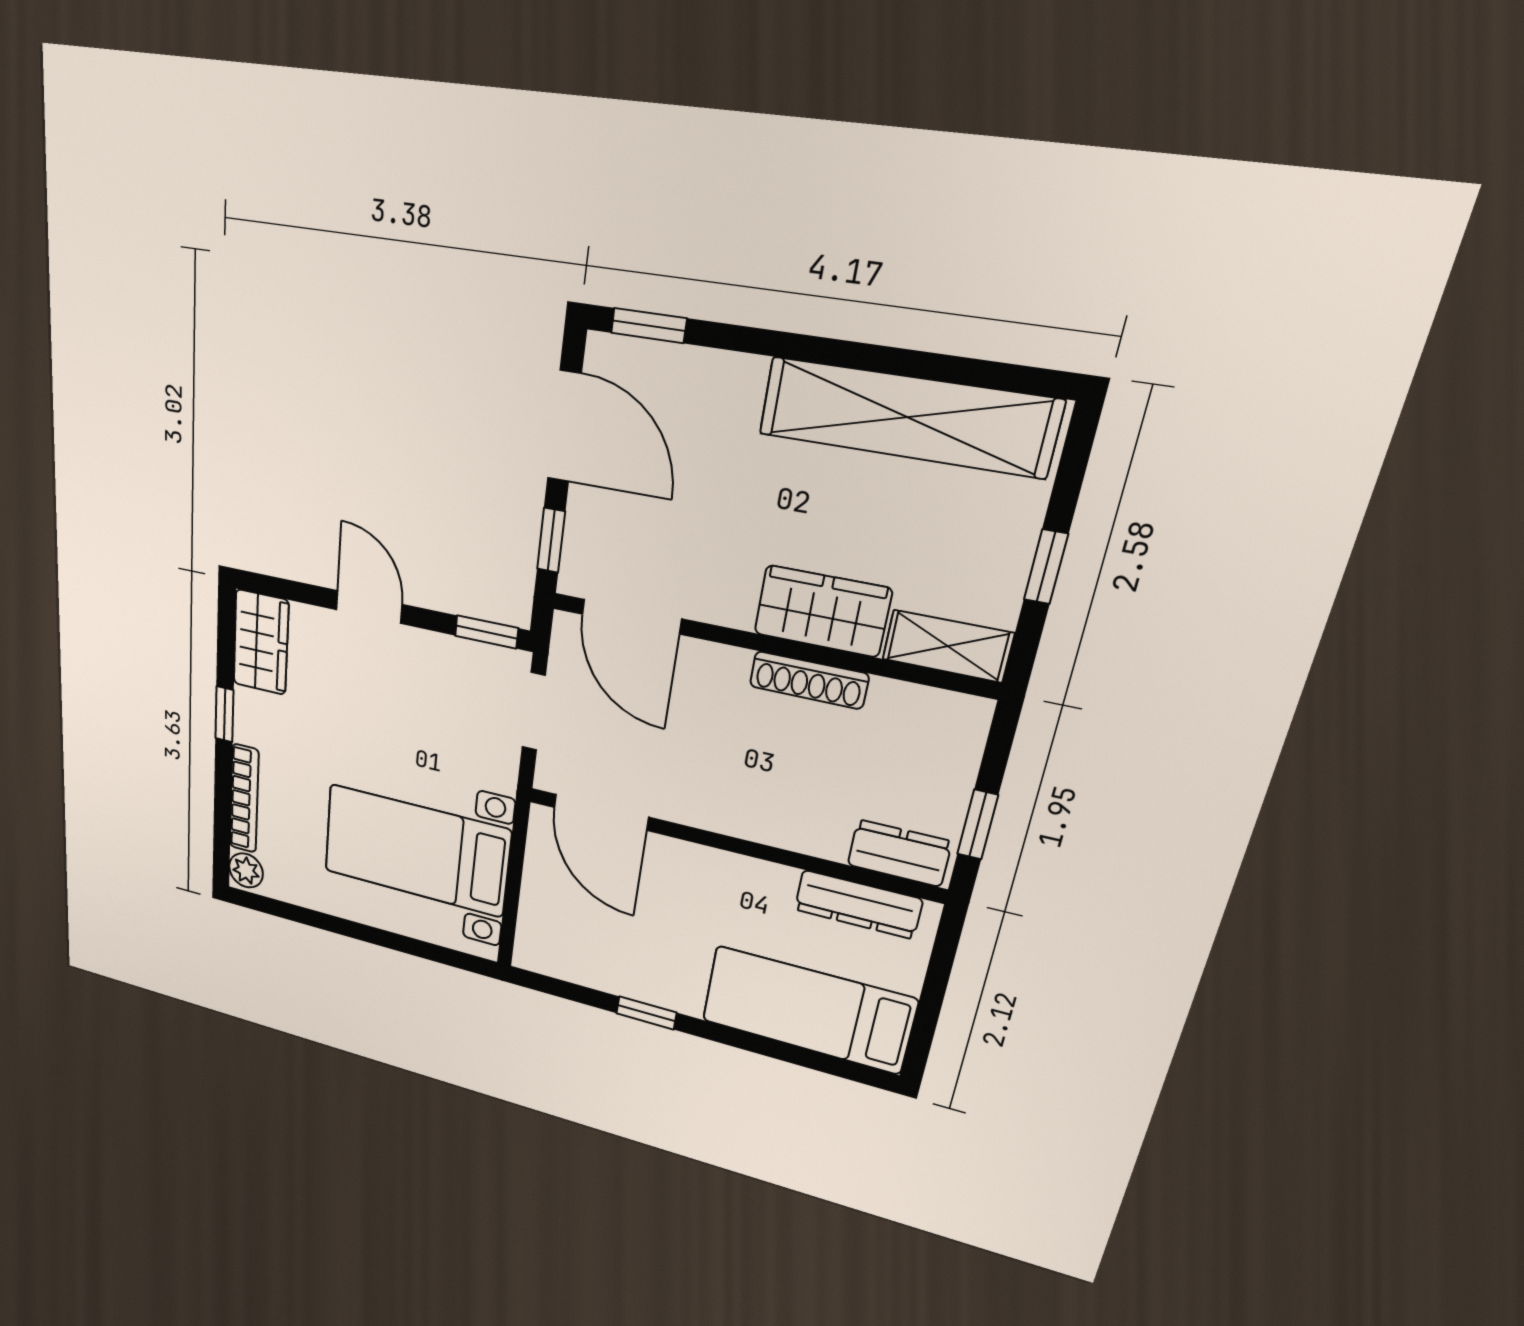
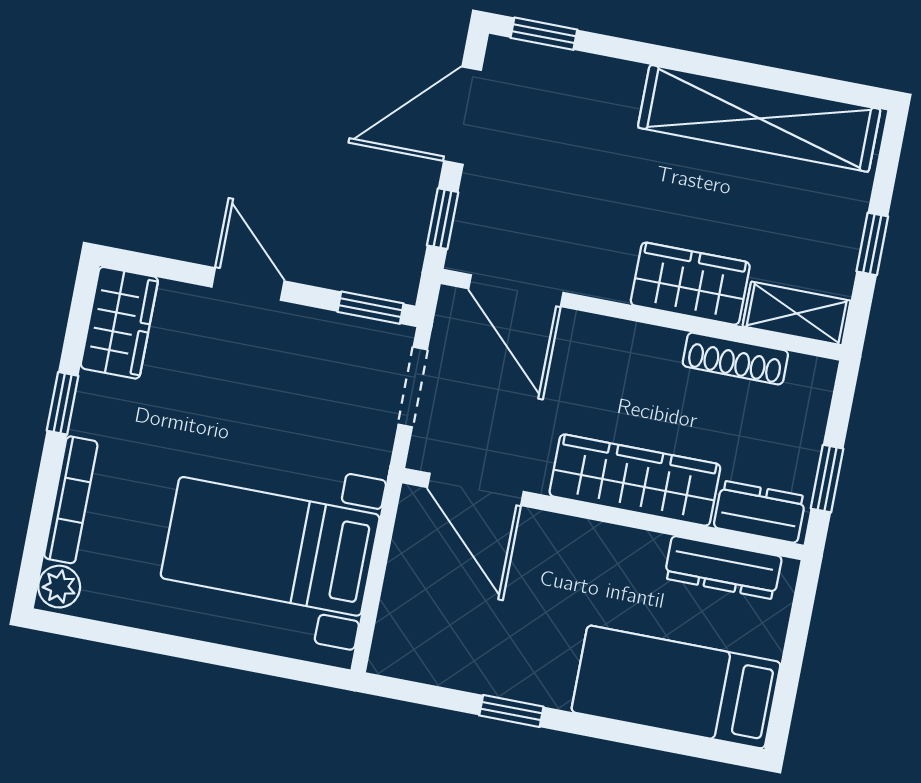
door: (564, 426) -> (462, 116), swing flipped
shoe rack: (809, 680) -> (735, 359), moved
wardrobe: (763, 813) -> (635, 480), added

